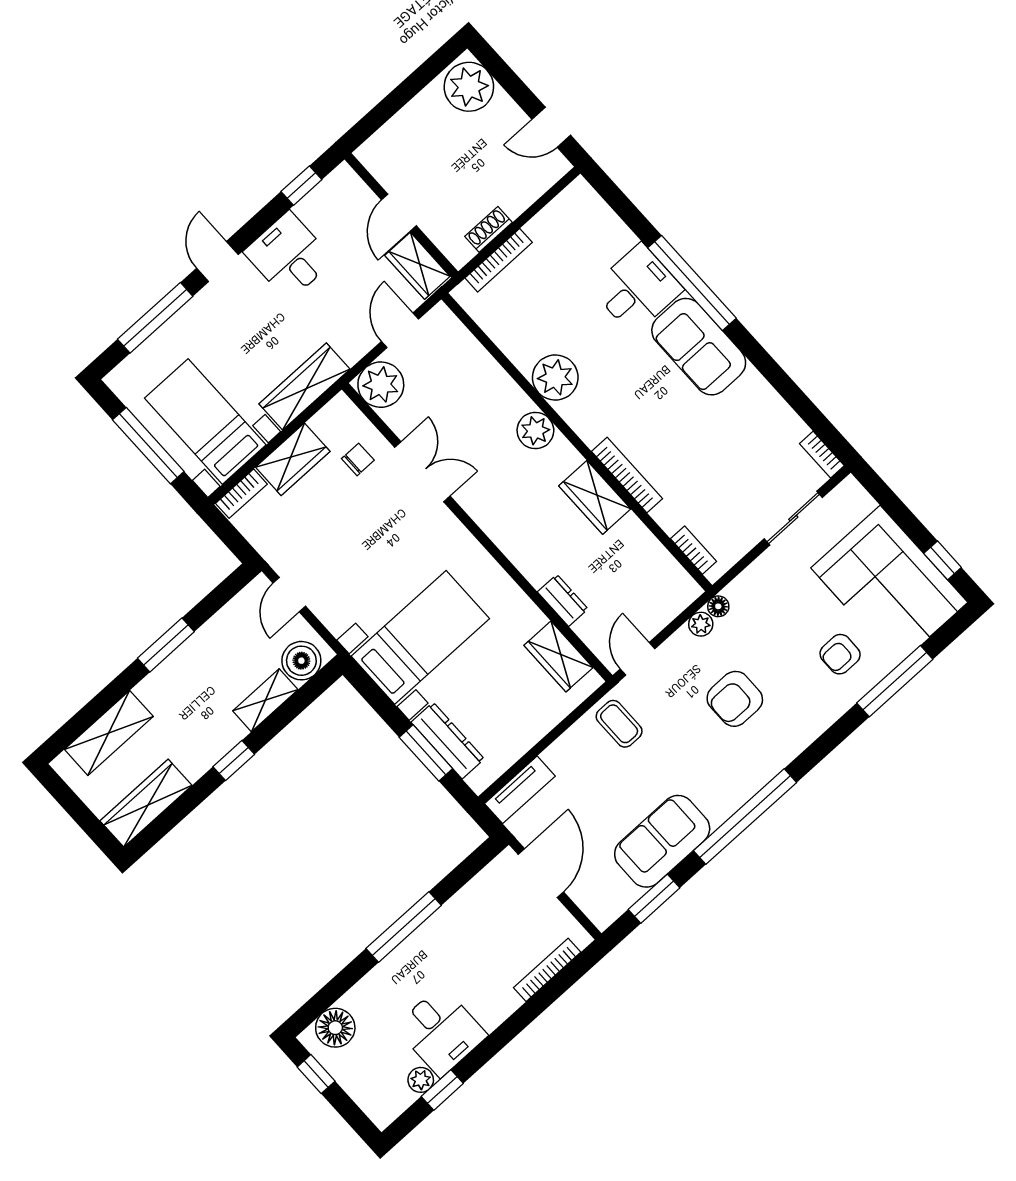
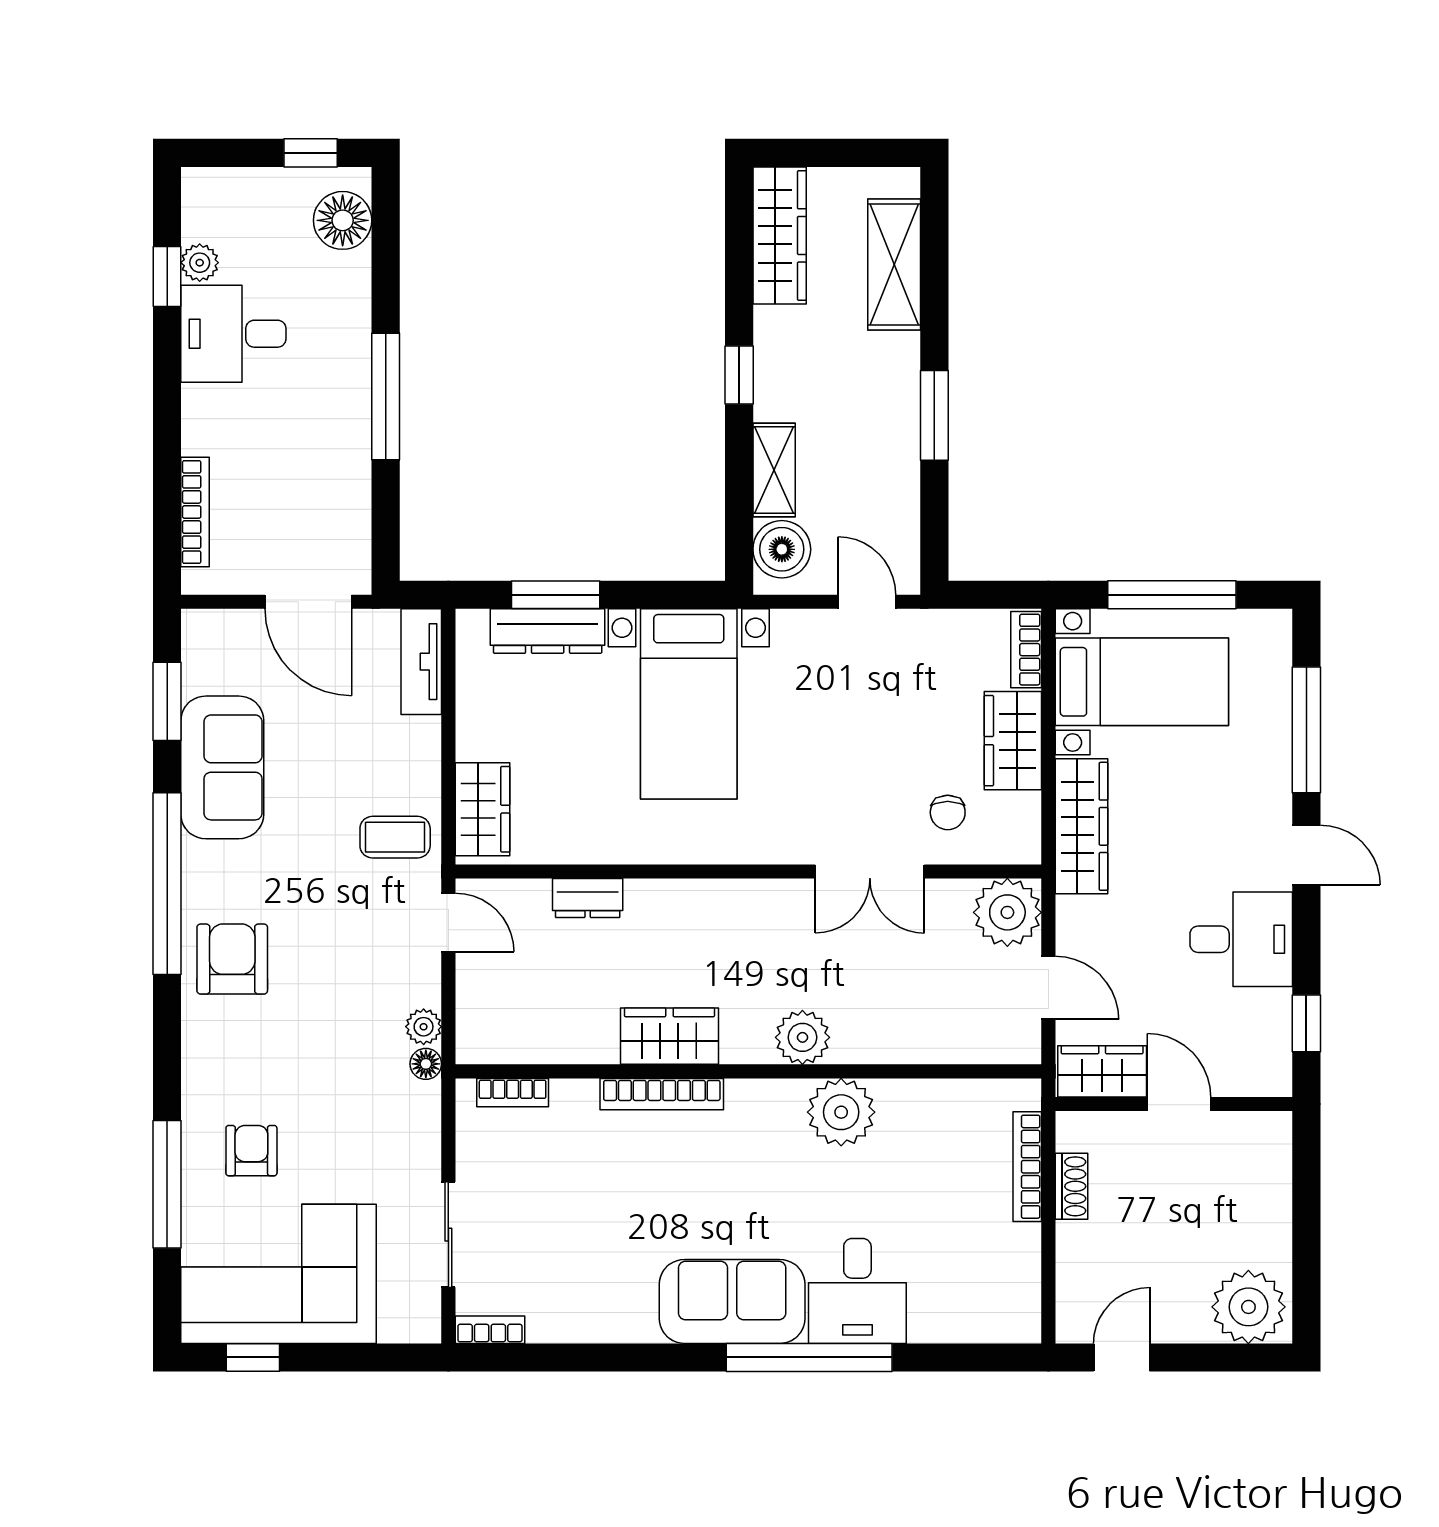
wardrobe: (558, 656) -> (482, 809), moved, turned 90
armchair: (735, 699) -> (232, 959), moved

